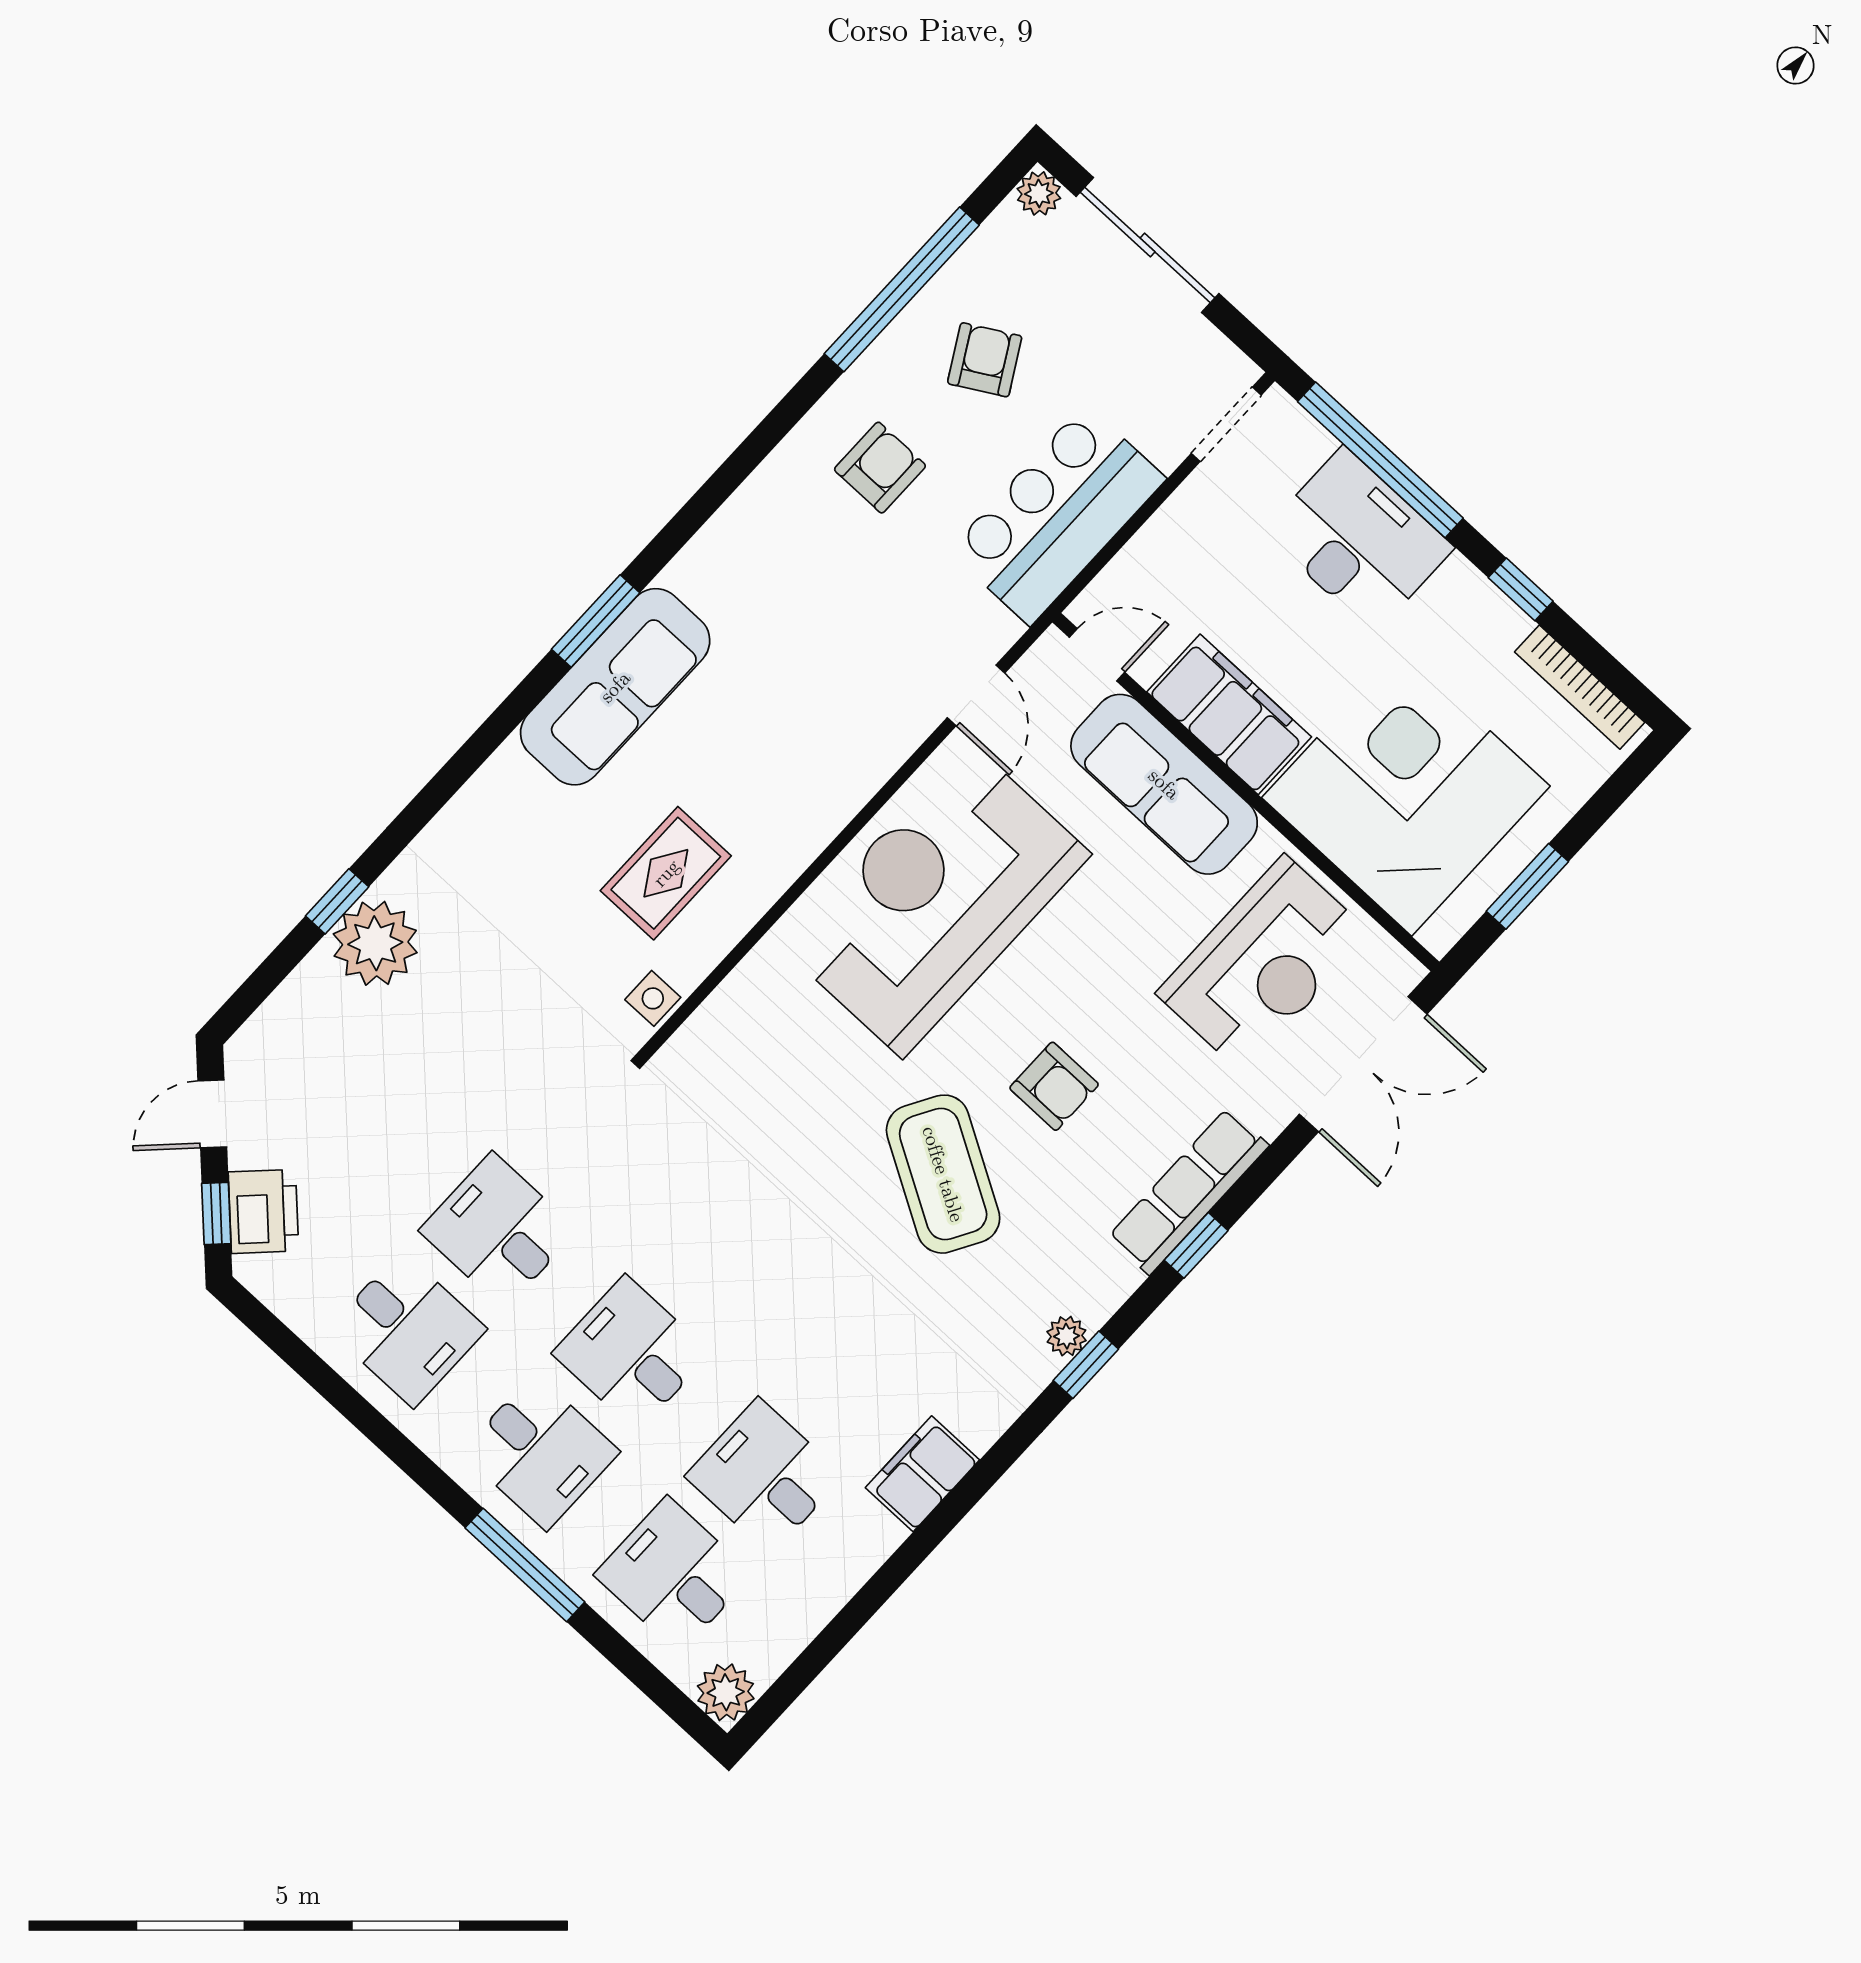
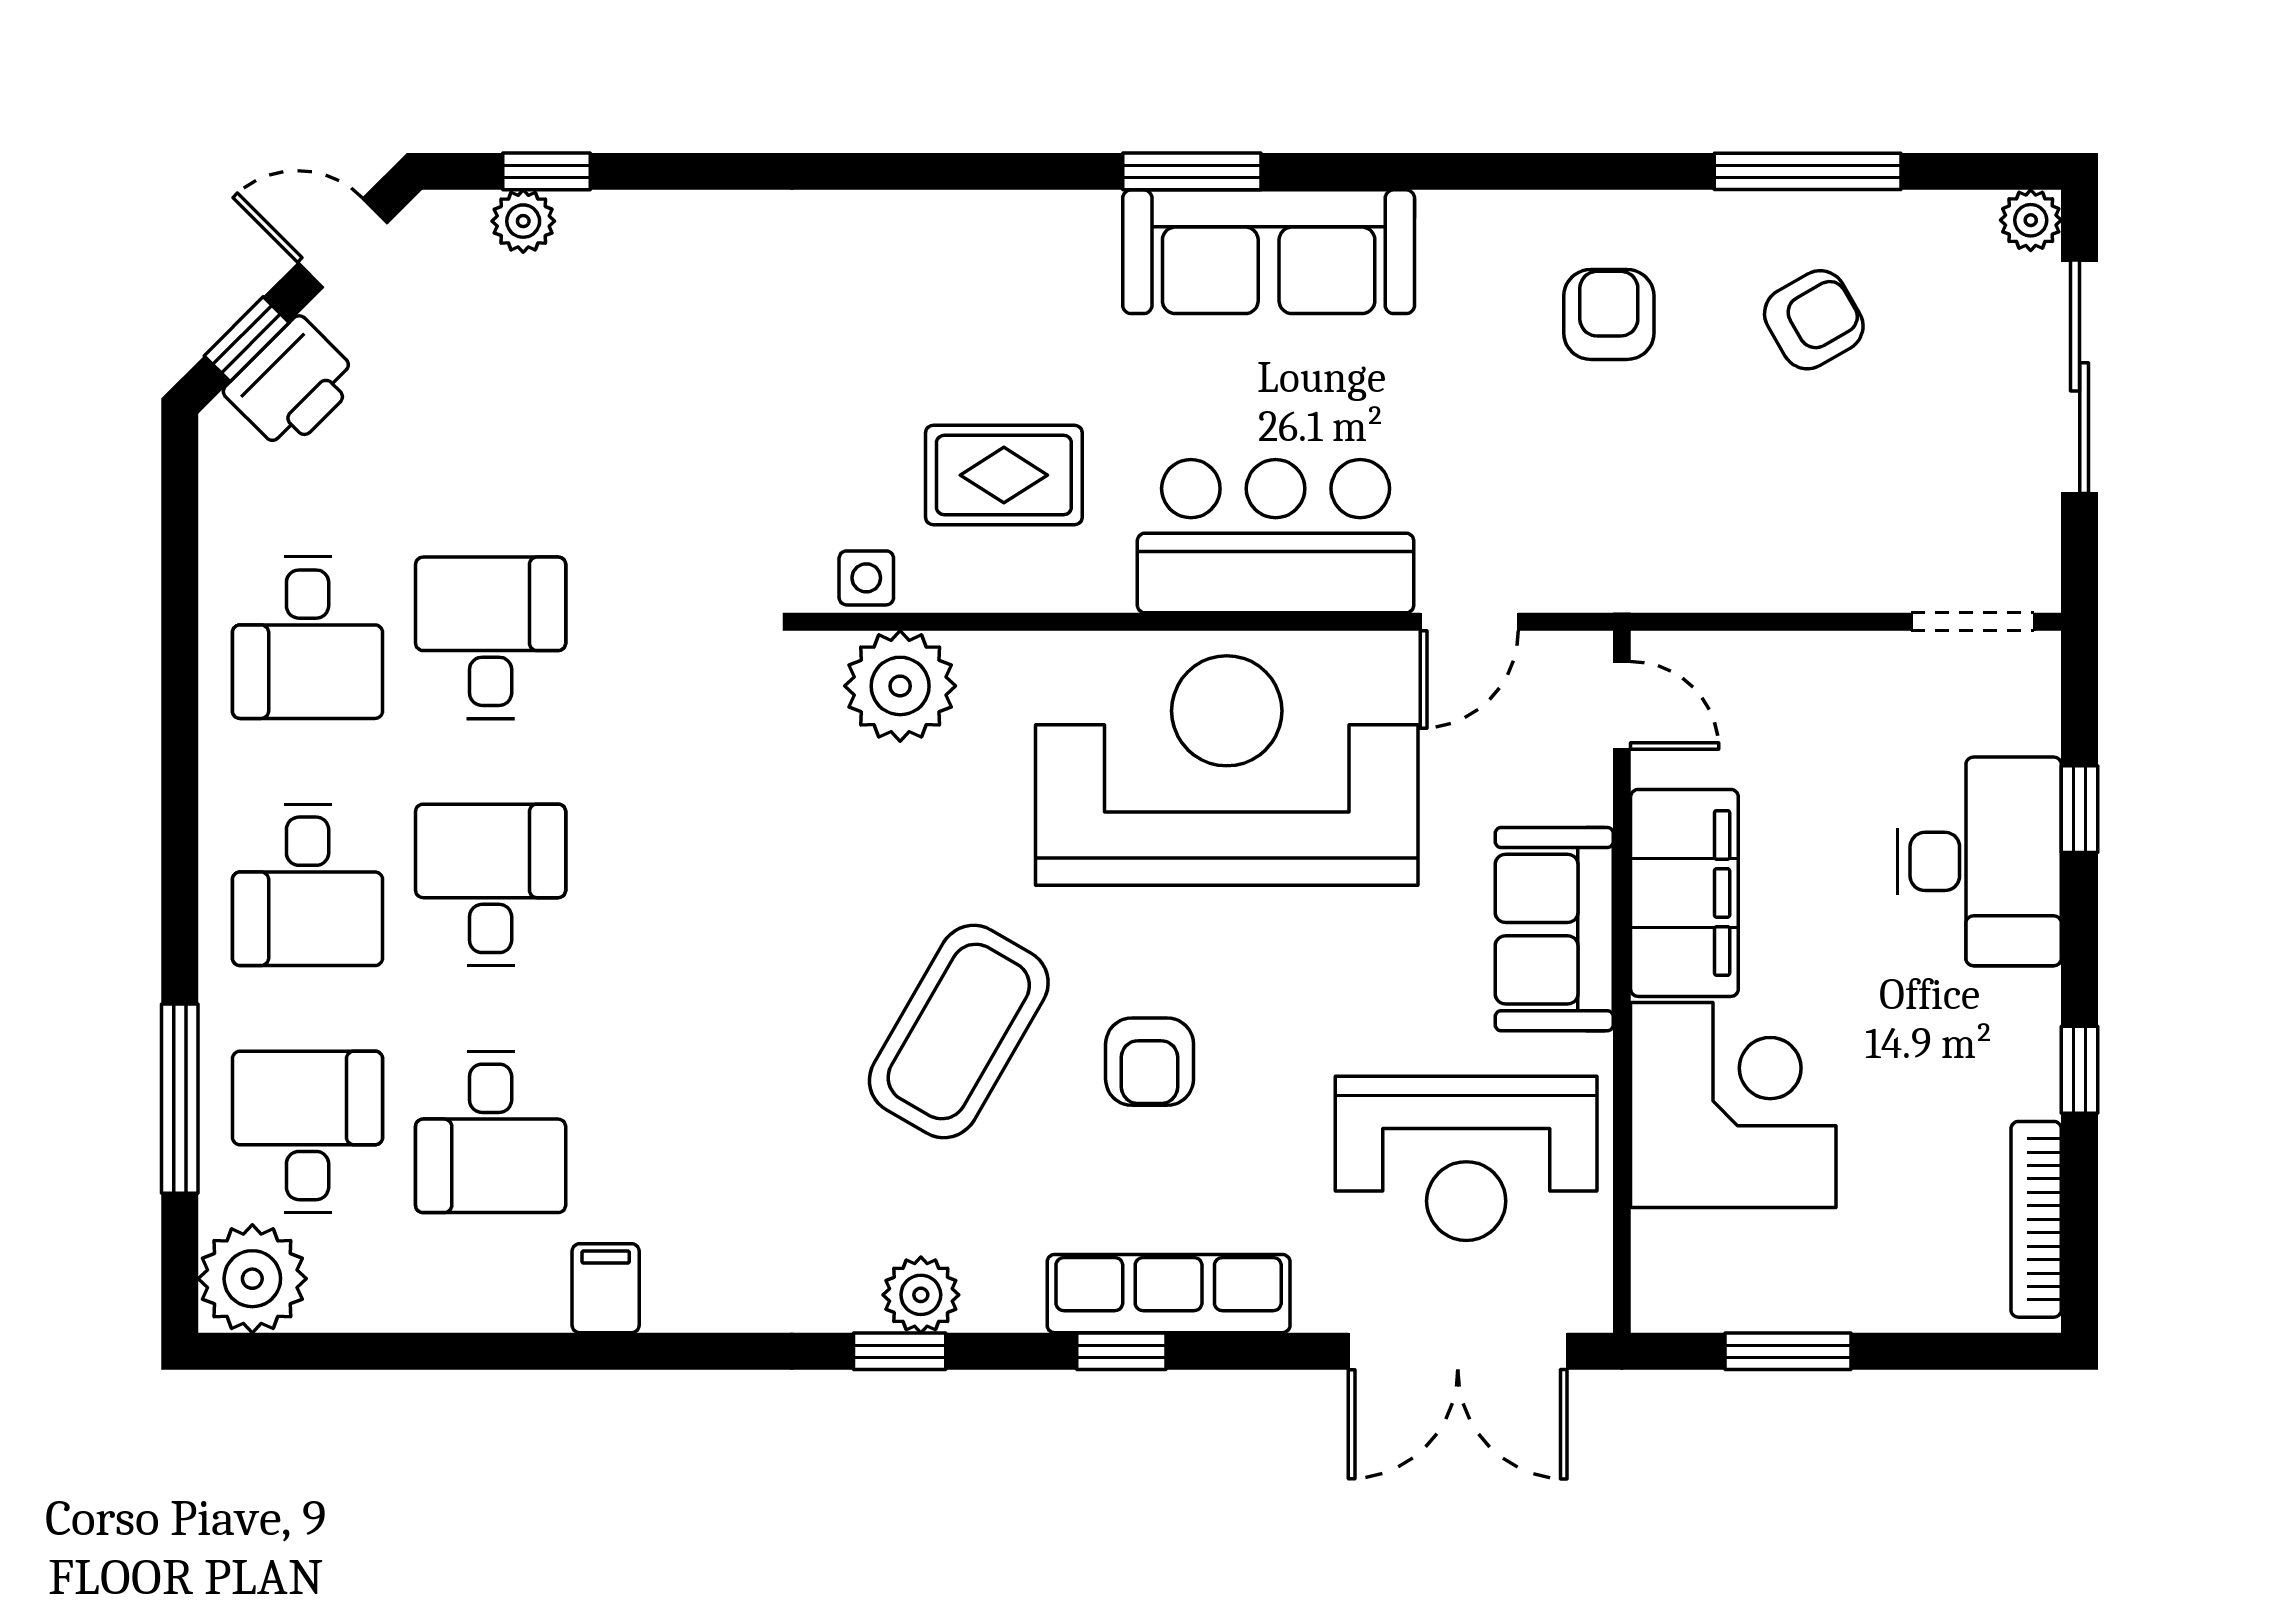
window: (902, 289) -> (1808, 171), width x0.68
window: (1380, 460) -> (2080, 809), width x0.32
armchair: (880, 468) -> (1609, 314), turned -90
bar counter: (1057, 515) -> (1276, 536), moved
sofa: (615, 687) -> (1269, 252), moved
sofa: (1164, 784) -> (1554, 929), width x0.73
corner desk: (1406, 792) -> (1733, 1105), width x0.74, depth x0.74
window: (337, 901) -> (546, 171), moved
plant: (375, 943) -> (523, 221), moved, width x0.53, depth x0.53
plant: (728, 1034) -> (900, 686), added
plant: (1066, 1336) -> (921, 1295), width x1.38, depth x1.38
filing cabinet: (922, 1474) -> (606, 1288), width x0.50
desk: (764, 1476) -> (491, 1132), turned 180
window: (525, 1565) -> (180, 1099), moved
plant: (726, 1692) -> (252, 1279), width x1.36, depth x1.36

